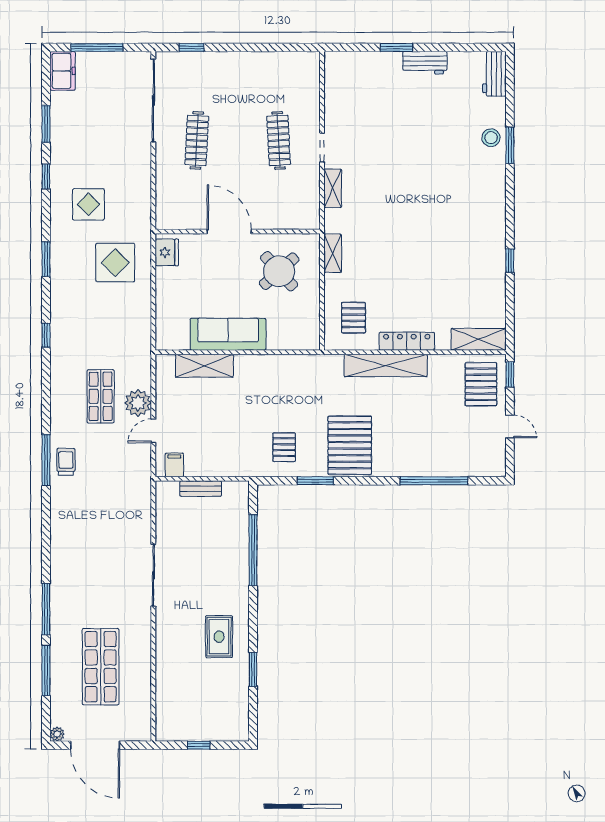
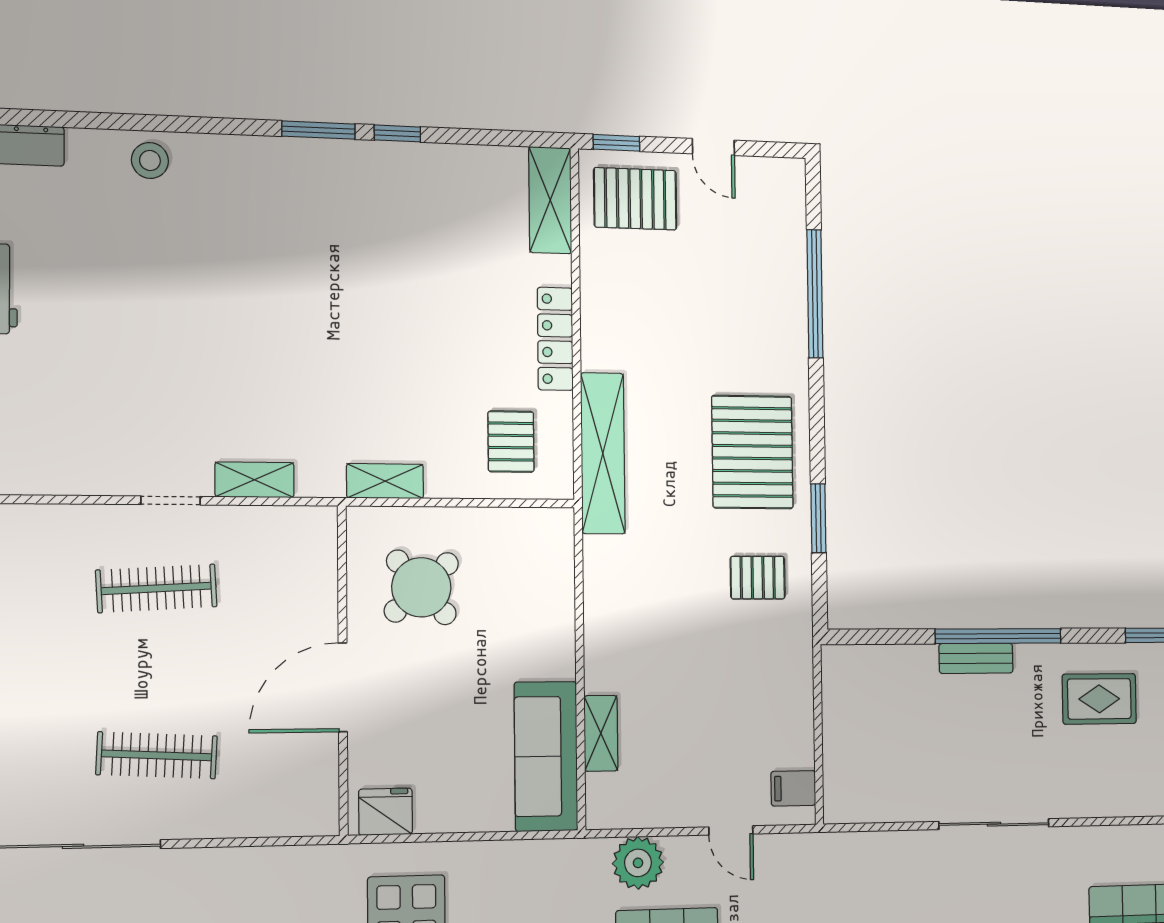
window: (510, 145) -> (318, 130), moved
pallet: (353, 318) -> (511, 442), turned 90
sofa: (228, 334) -> (546, 756), moved
shelving: (386, 365) -> (603, 453), moved
shelving: (204, 366) -> (601, 733), width x0.67, depth x0.75
plant: (138, 403) -> (638, 863), moved
door: (510, 426) -> (713, 147), swing flipped
pallet: (350, 445) -> (752, 452), turned 90
bench: (201, 489) -> (976, 658), moved, turned 90
window: (253, 550) -> (998, 636), moved

